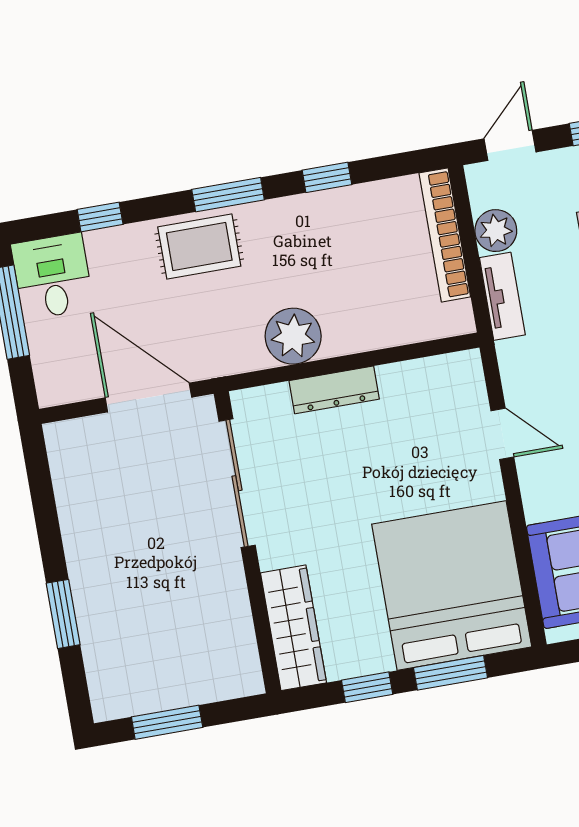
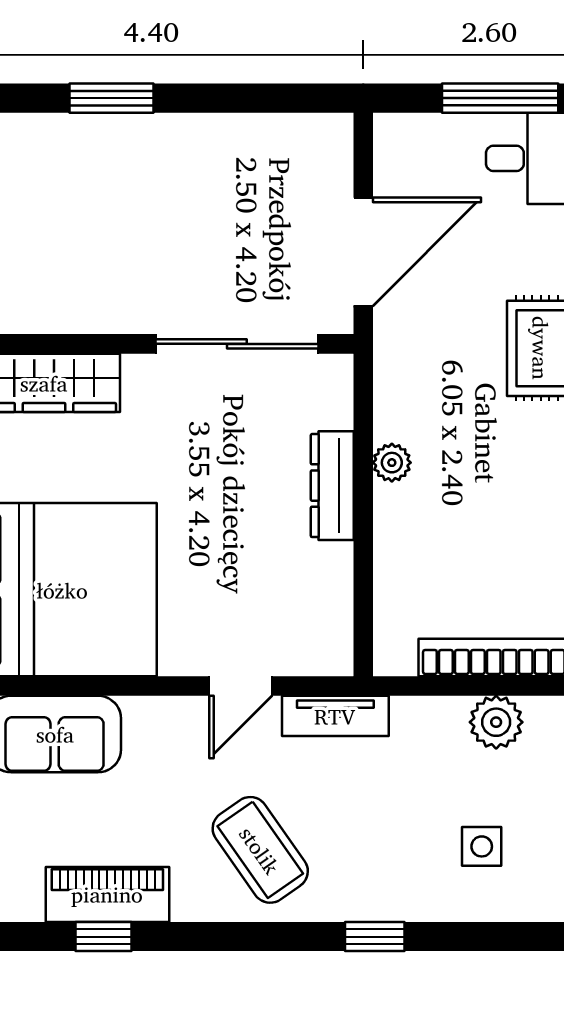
tv unit: (502, 296) -> (335, 716), moved
plant: (293, 336) -> (392, 463), width x0.53, depth x0.53

